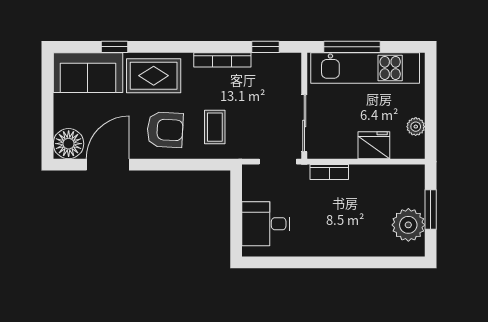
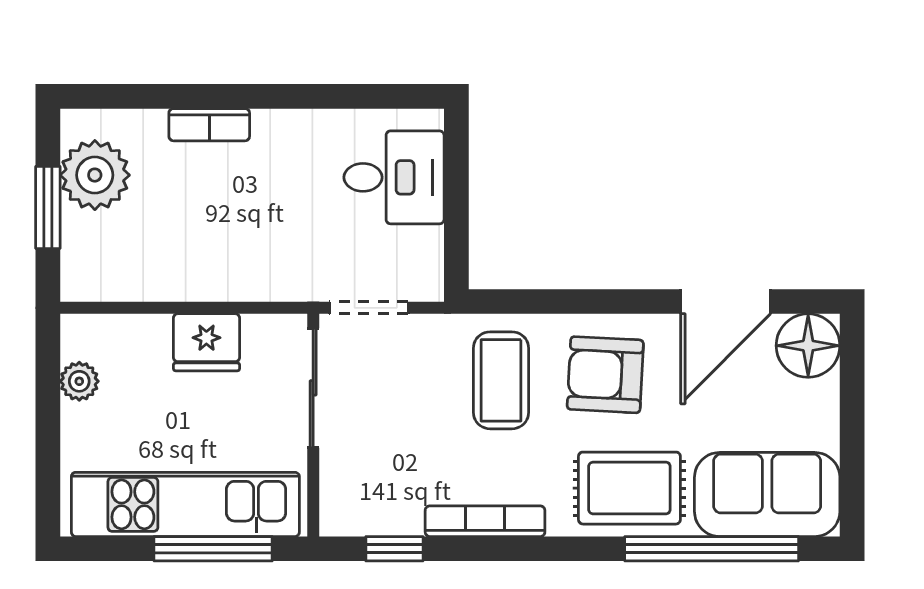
window: (114, 47) -> (712, 549), width x3.17
coffee table: (215, 127) -> (501, 380), width x1.36, depth x1.30
fridge: (374, 145) -> (206, 342), moved
bookcase: (329, 172) -> (209, 125), moved, turned 180

